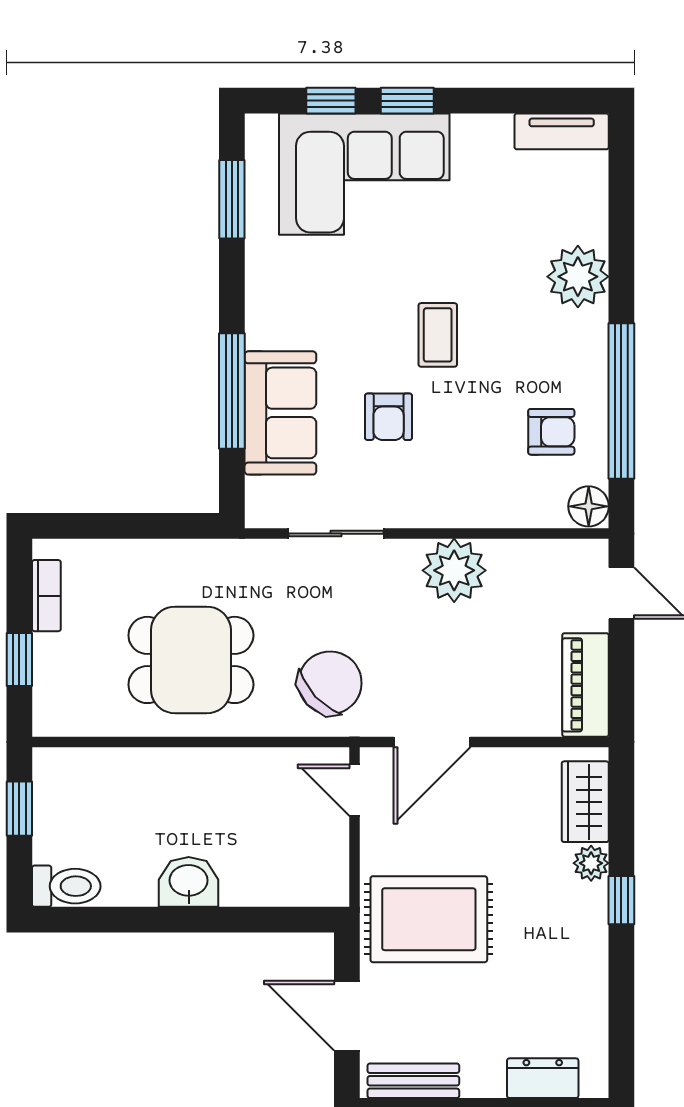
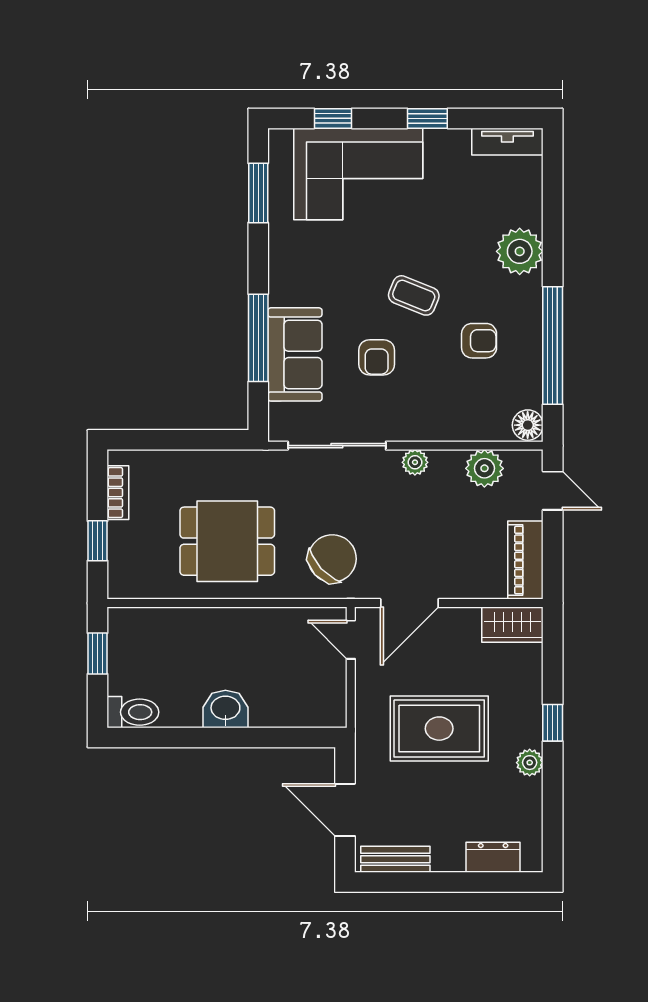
window: (407, 101) -> (427, 118), moved
coffee table: (438, 335) -> (414, 295), turned -68
armchair: (551, 432) -> (479, 341), moved
sliding door: (336, 534) -> (337, 446), width x1.37
plant: (531, 564) -> (484, 468), added
plant: (454, 570) -> (415, 462), width x0.53, depth x0.53
wardrobe: (585, 802) -> (512, 625), moved, turned -90
plant: (591, 863) -> (530, 763), moved
rug: (429, 919) -> (439, 729), moved

